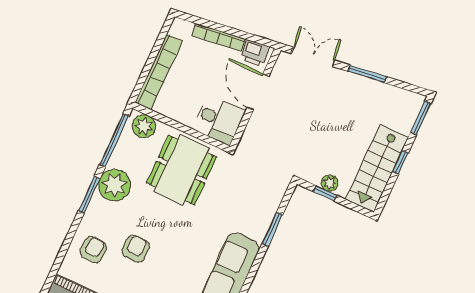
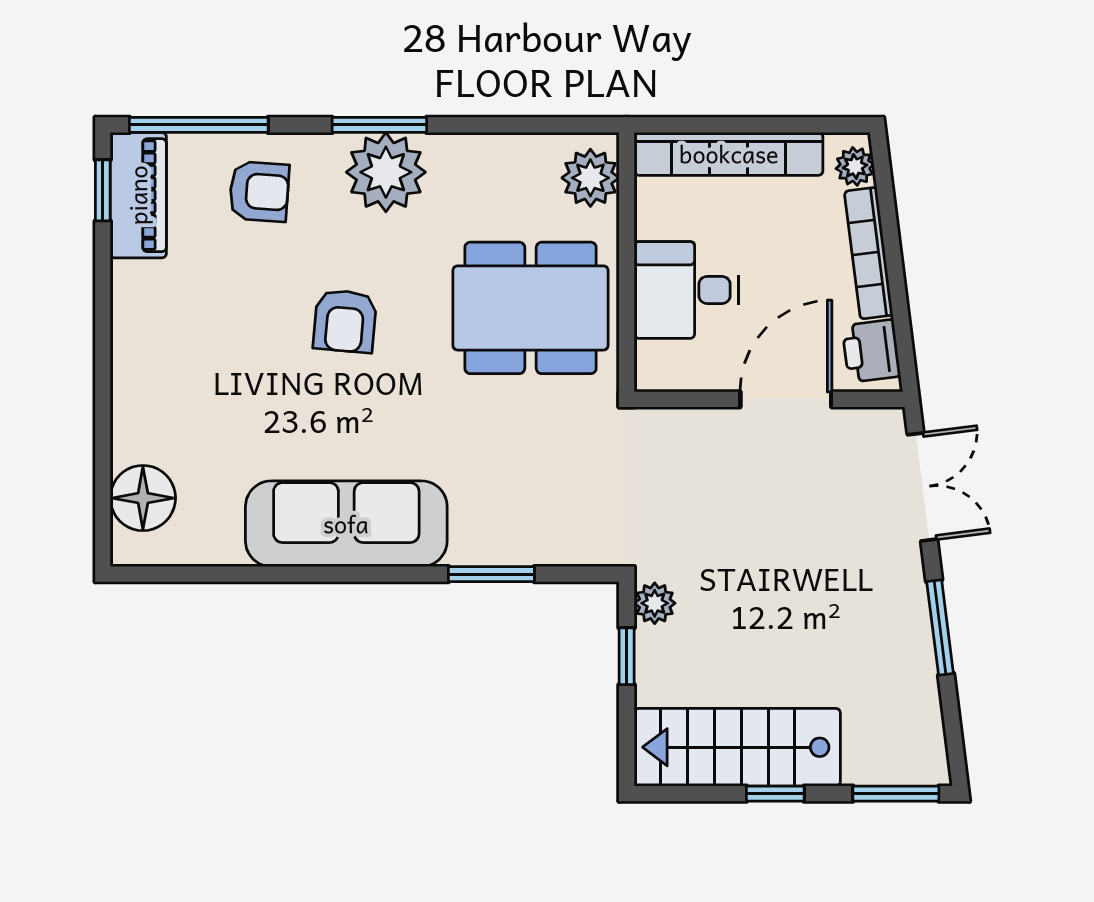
plant: (184, 28) -> (855, 166), added
desk: (219, 120) -> (686, 290), moved, turned 90
window: (114, 140) -> (199, 125), moved
plant: (330, 183) -> (655, 603), moved
plant: (114, 185) -> (386, 172), moved
armchair: (136, 249) -> (345, 321), moved, turned 95

